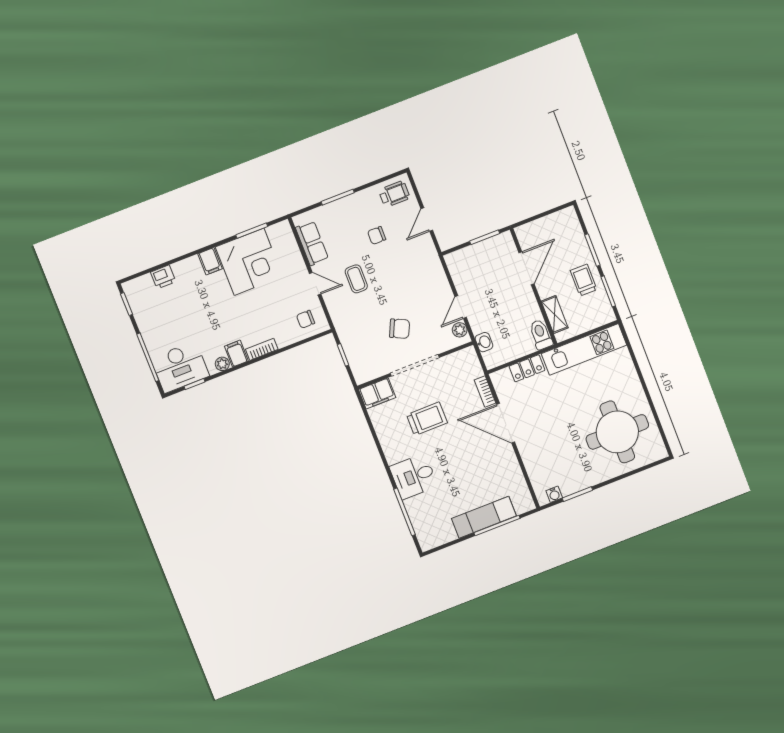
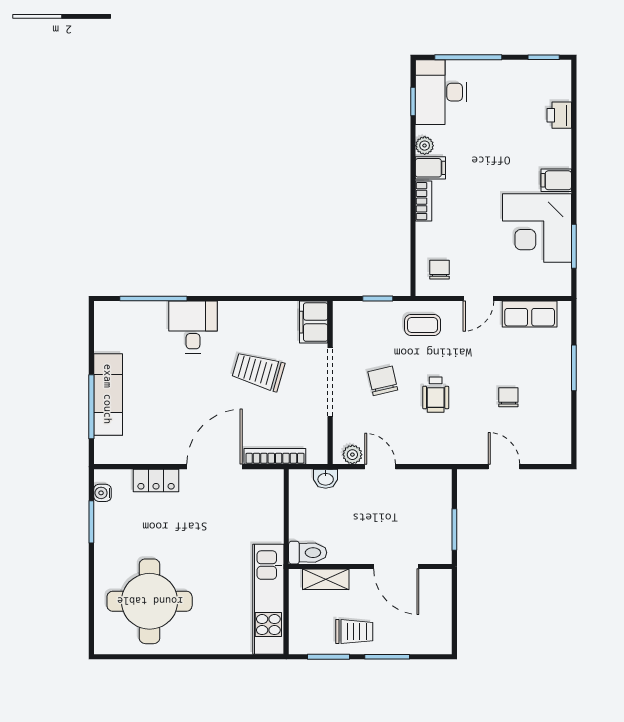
wheelchair: (394, 194) -> (436, 395), moved
coffee table: (356, 279) -> (423, 325), moved
chair: (400, 329) -> (383, 381), turned 142
locker: (527, 368) -> (156, 481), moved, turned -90
bookcase: (485, 392) -> (275, 456), width x1.56
trolley: (427, 419) -> (258, 371), turned 106

